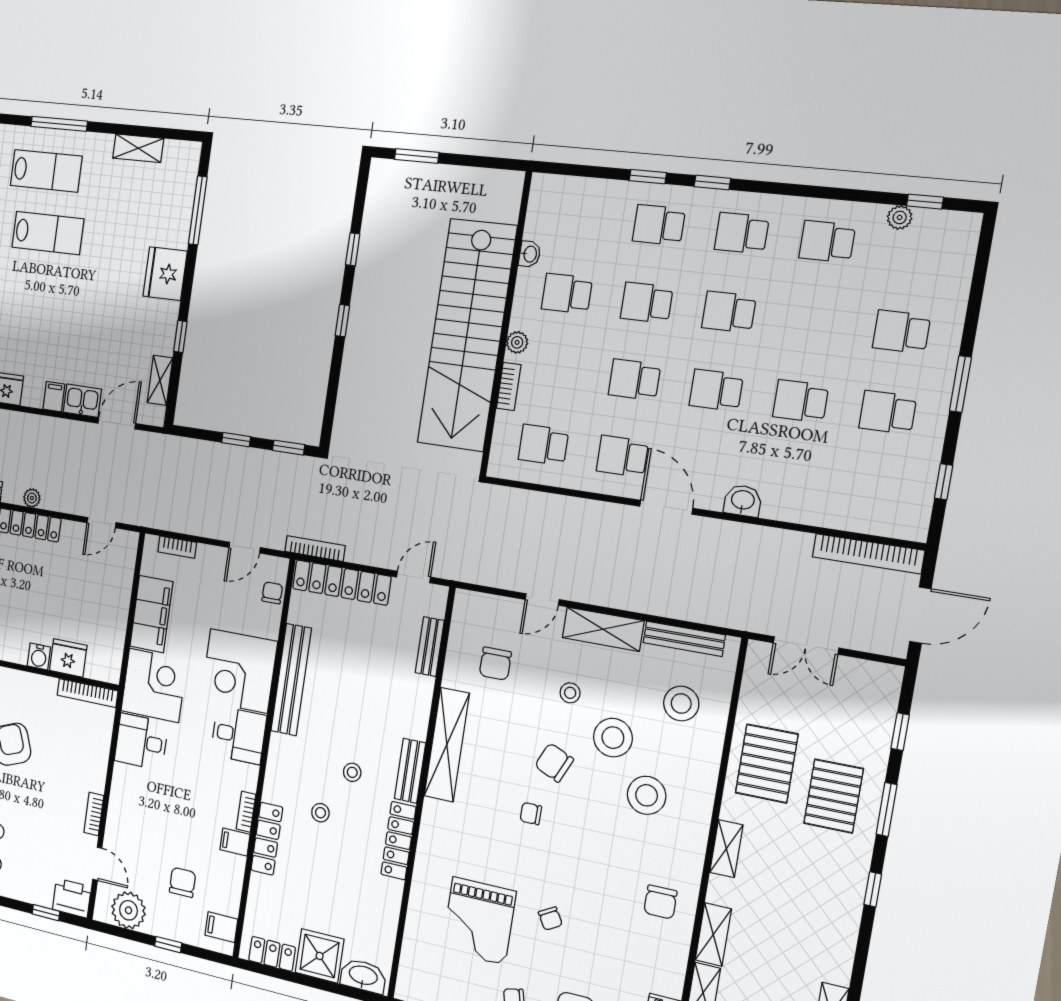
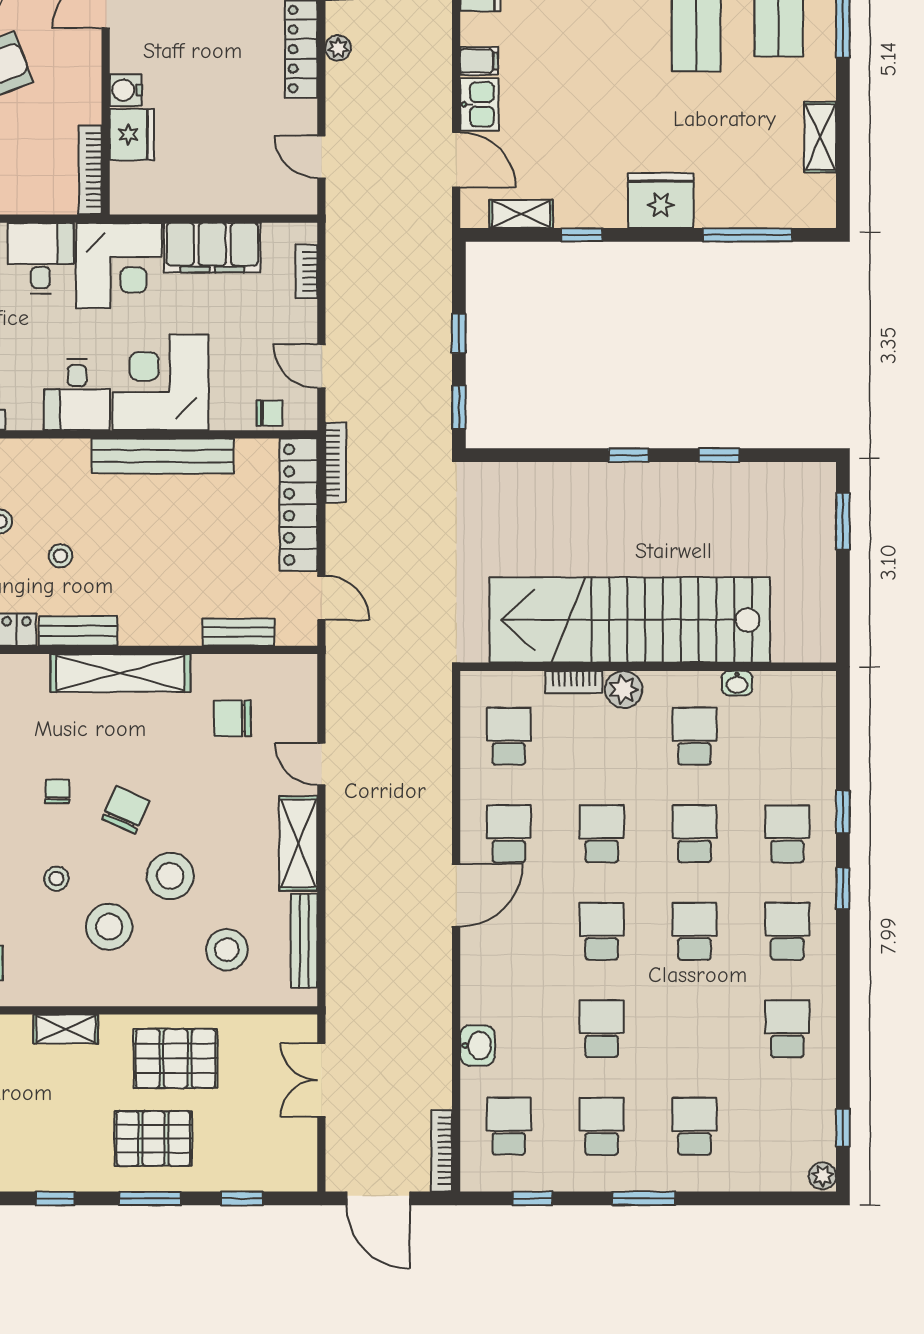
plant: (900, 217) -> (823, 1176), moved
plant: (517, 342) -> (624, 689), width x1.38, depth x1.38
school desk: (874, 493) -> (509, 1126), added
washbasin: (743, 501) -> (477, 1045), moved
bookcase: (868, 554) -> (442, 1151), width x0.68, depth x0.76
stool: (570, 693) -> (56, 879), moved

